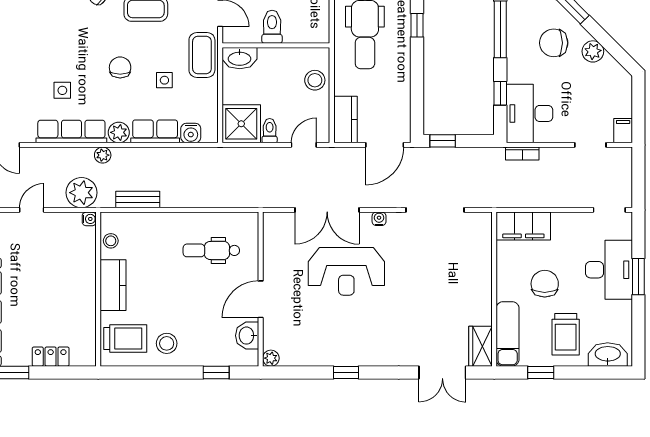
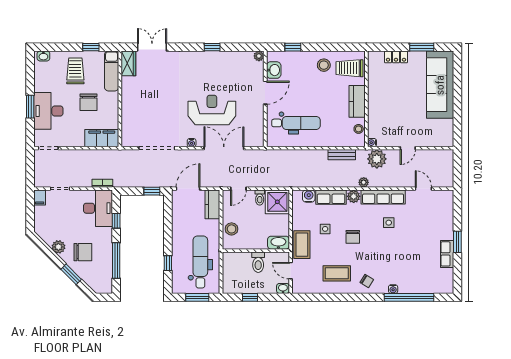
dental chair: (211, 250) -> (296, 123), width x1.36, depth x1.38
washbasin: (608, 354) -> (43, 56), width x0.52, depth x0.69

